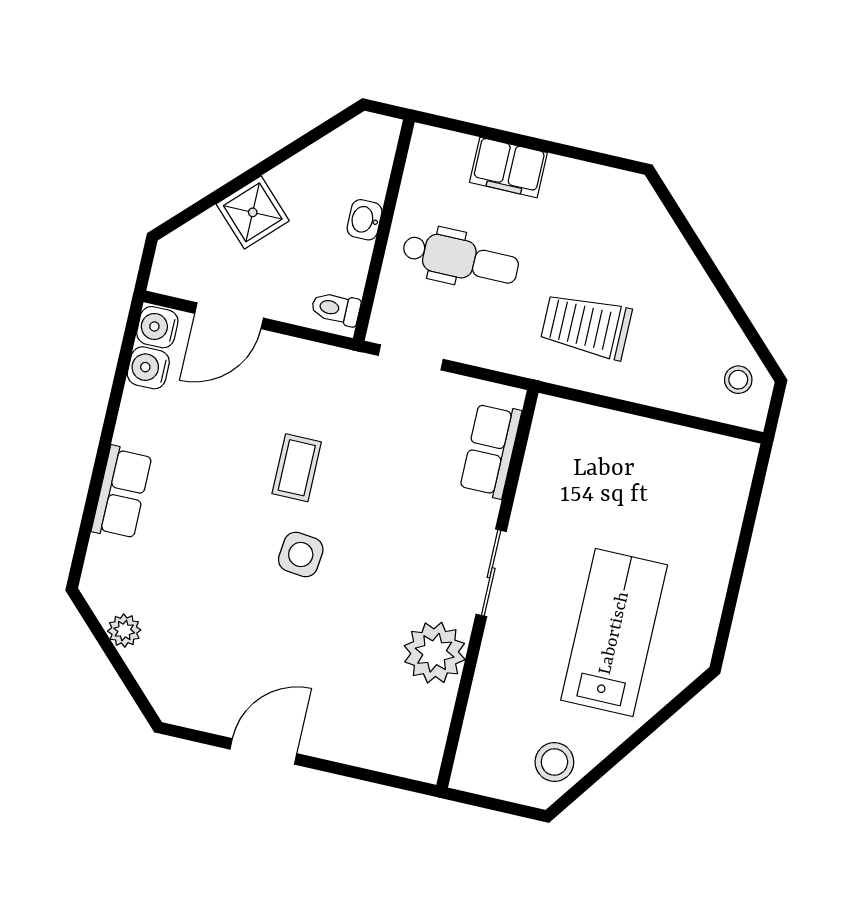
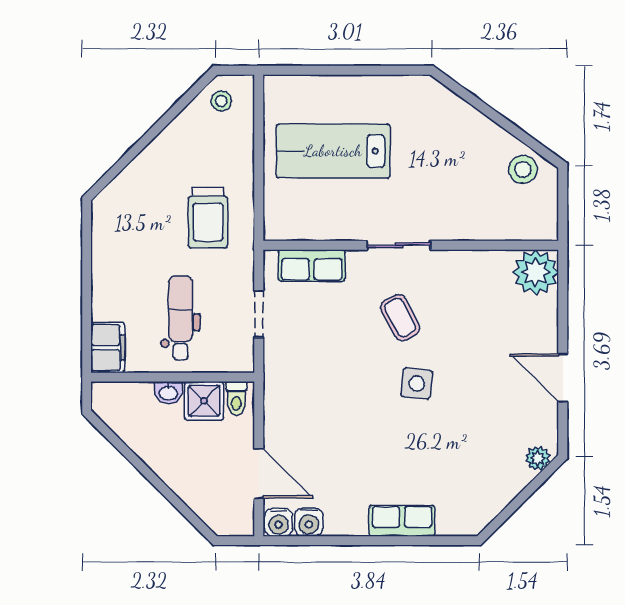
filing cabinet: (508, 167) -> (108, 348), moved
shower: (253, 212) -> (204, 401), moved, turned 45
doorway: (411, 357) -> (259, 314), moved
coffee table: (297, 468) -> (400, 318), moved, turned 62
plant: (124, 631) -> (538, 458), moved
lab bench: (614, 633) -> (333, 151), moved
plant: (435, 653) -> (536, 272), moved

